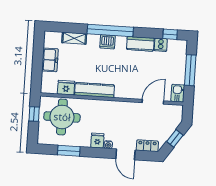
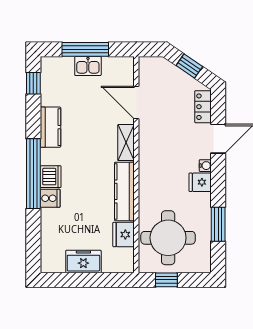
shelving: (74, 38) -> (126, 143), moved
cooker: (161, 45) -> (50, 198), moved
kitchen sink: (178, 93) -> (88, 66), moved

